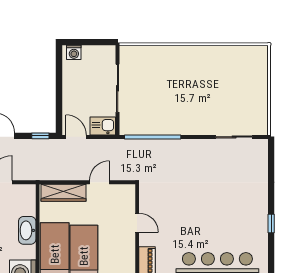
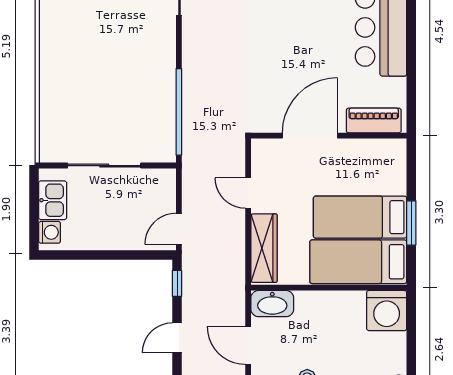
kitchen sink: (103, 126) -> (53, 200), moved, turned 180
door: (137, 223) -> (310, 136), width x1.88
washbasin: (27, 230) -> (272, 304), moved

